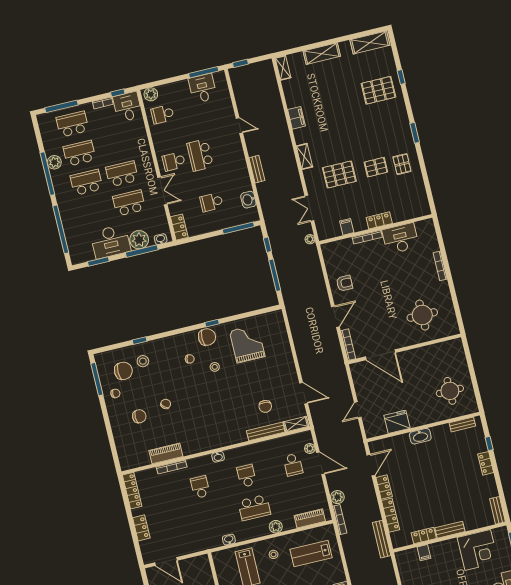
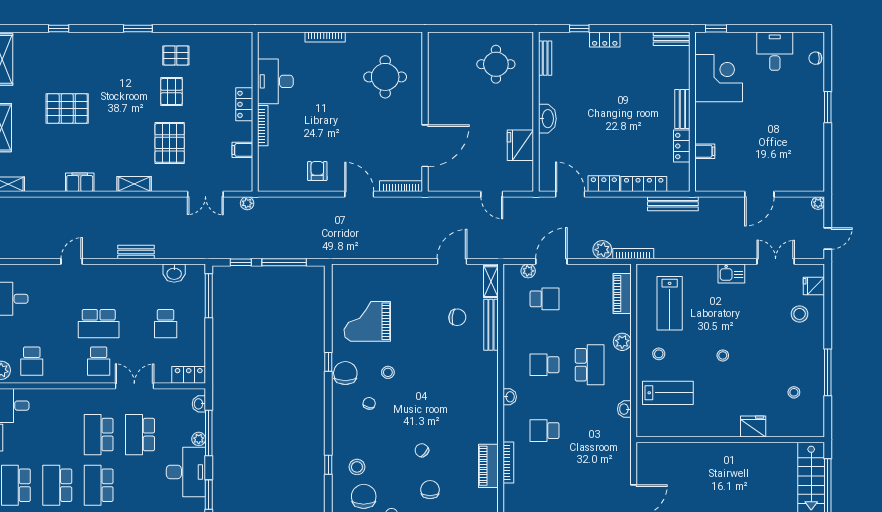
pallet: (378, 90) -> (67, 109), moved, turned 90
plant: (139, 240) -> (199, 439), width x0.53, depth x0.53

